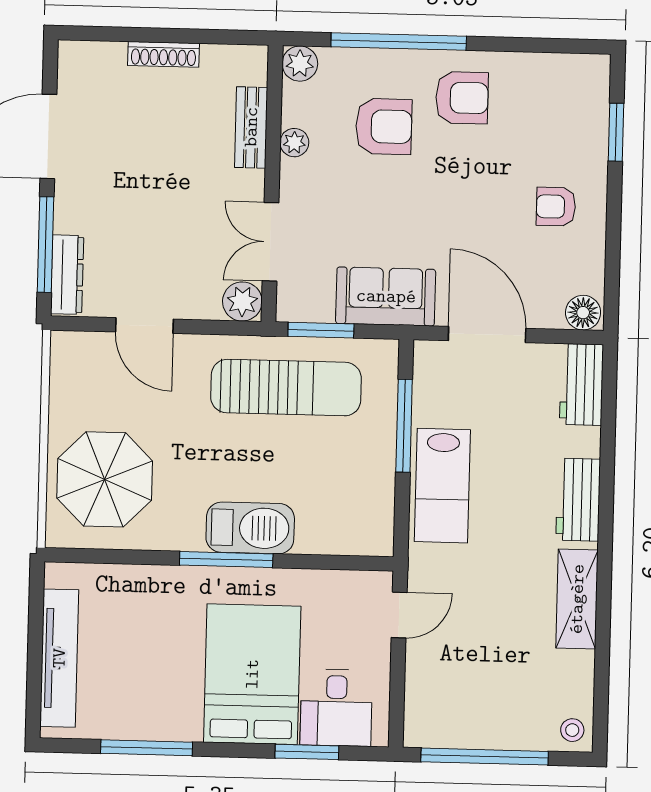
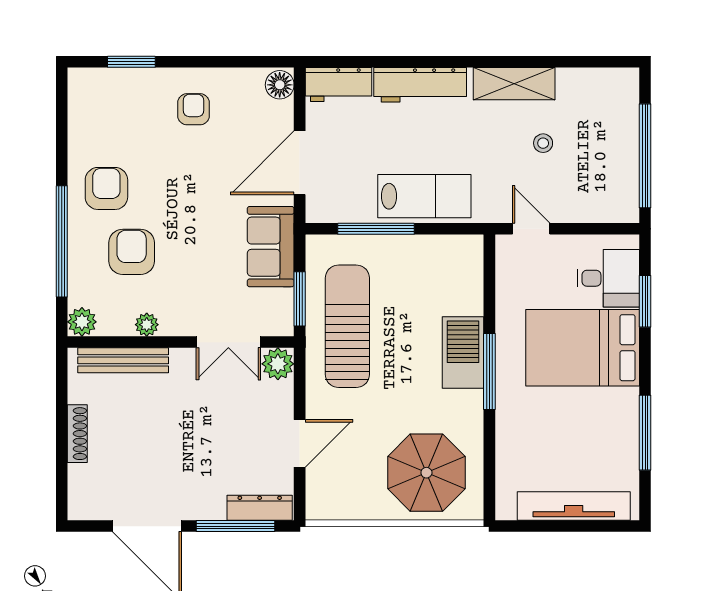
bench: (251, 127) -> (123, 360), width x1.36
armchair: (556, 207) -> (193, 109), turned 180
workbench: (578, 500) -> (420, 85), width x1.38
stool: (572, 730) -> (543, 143), moved

